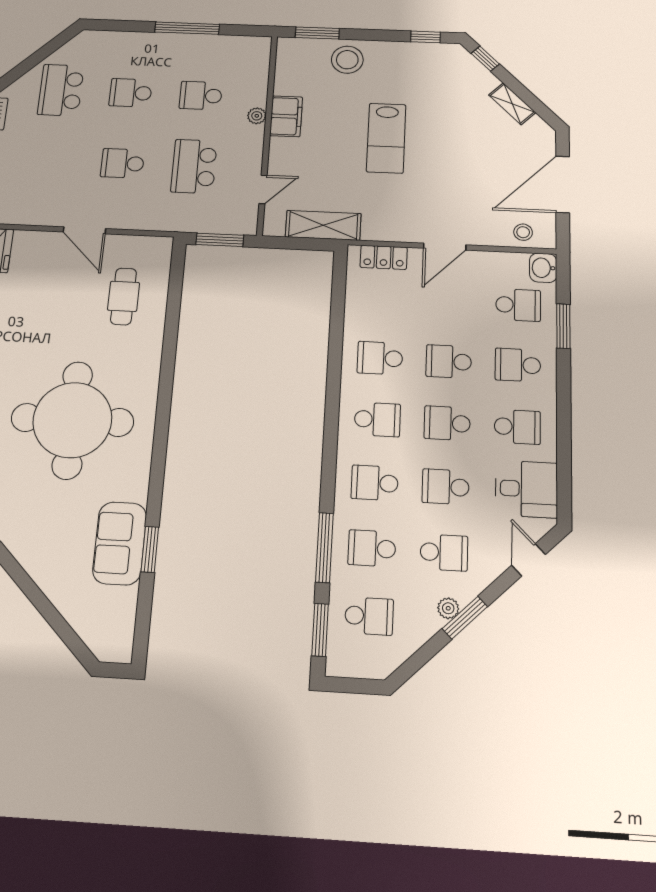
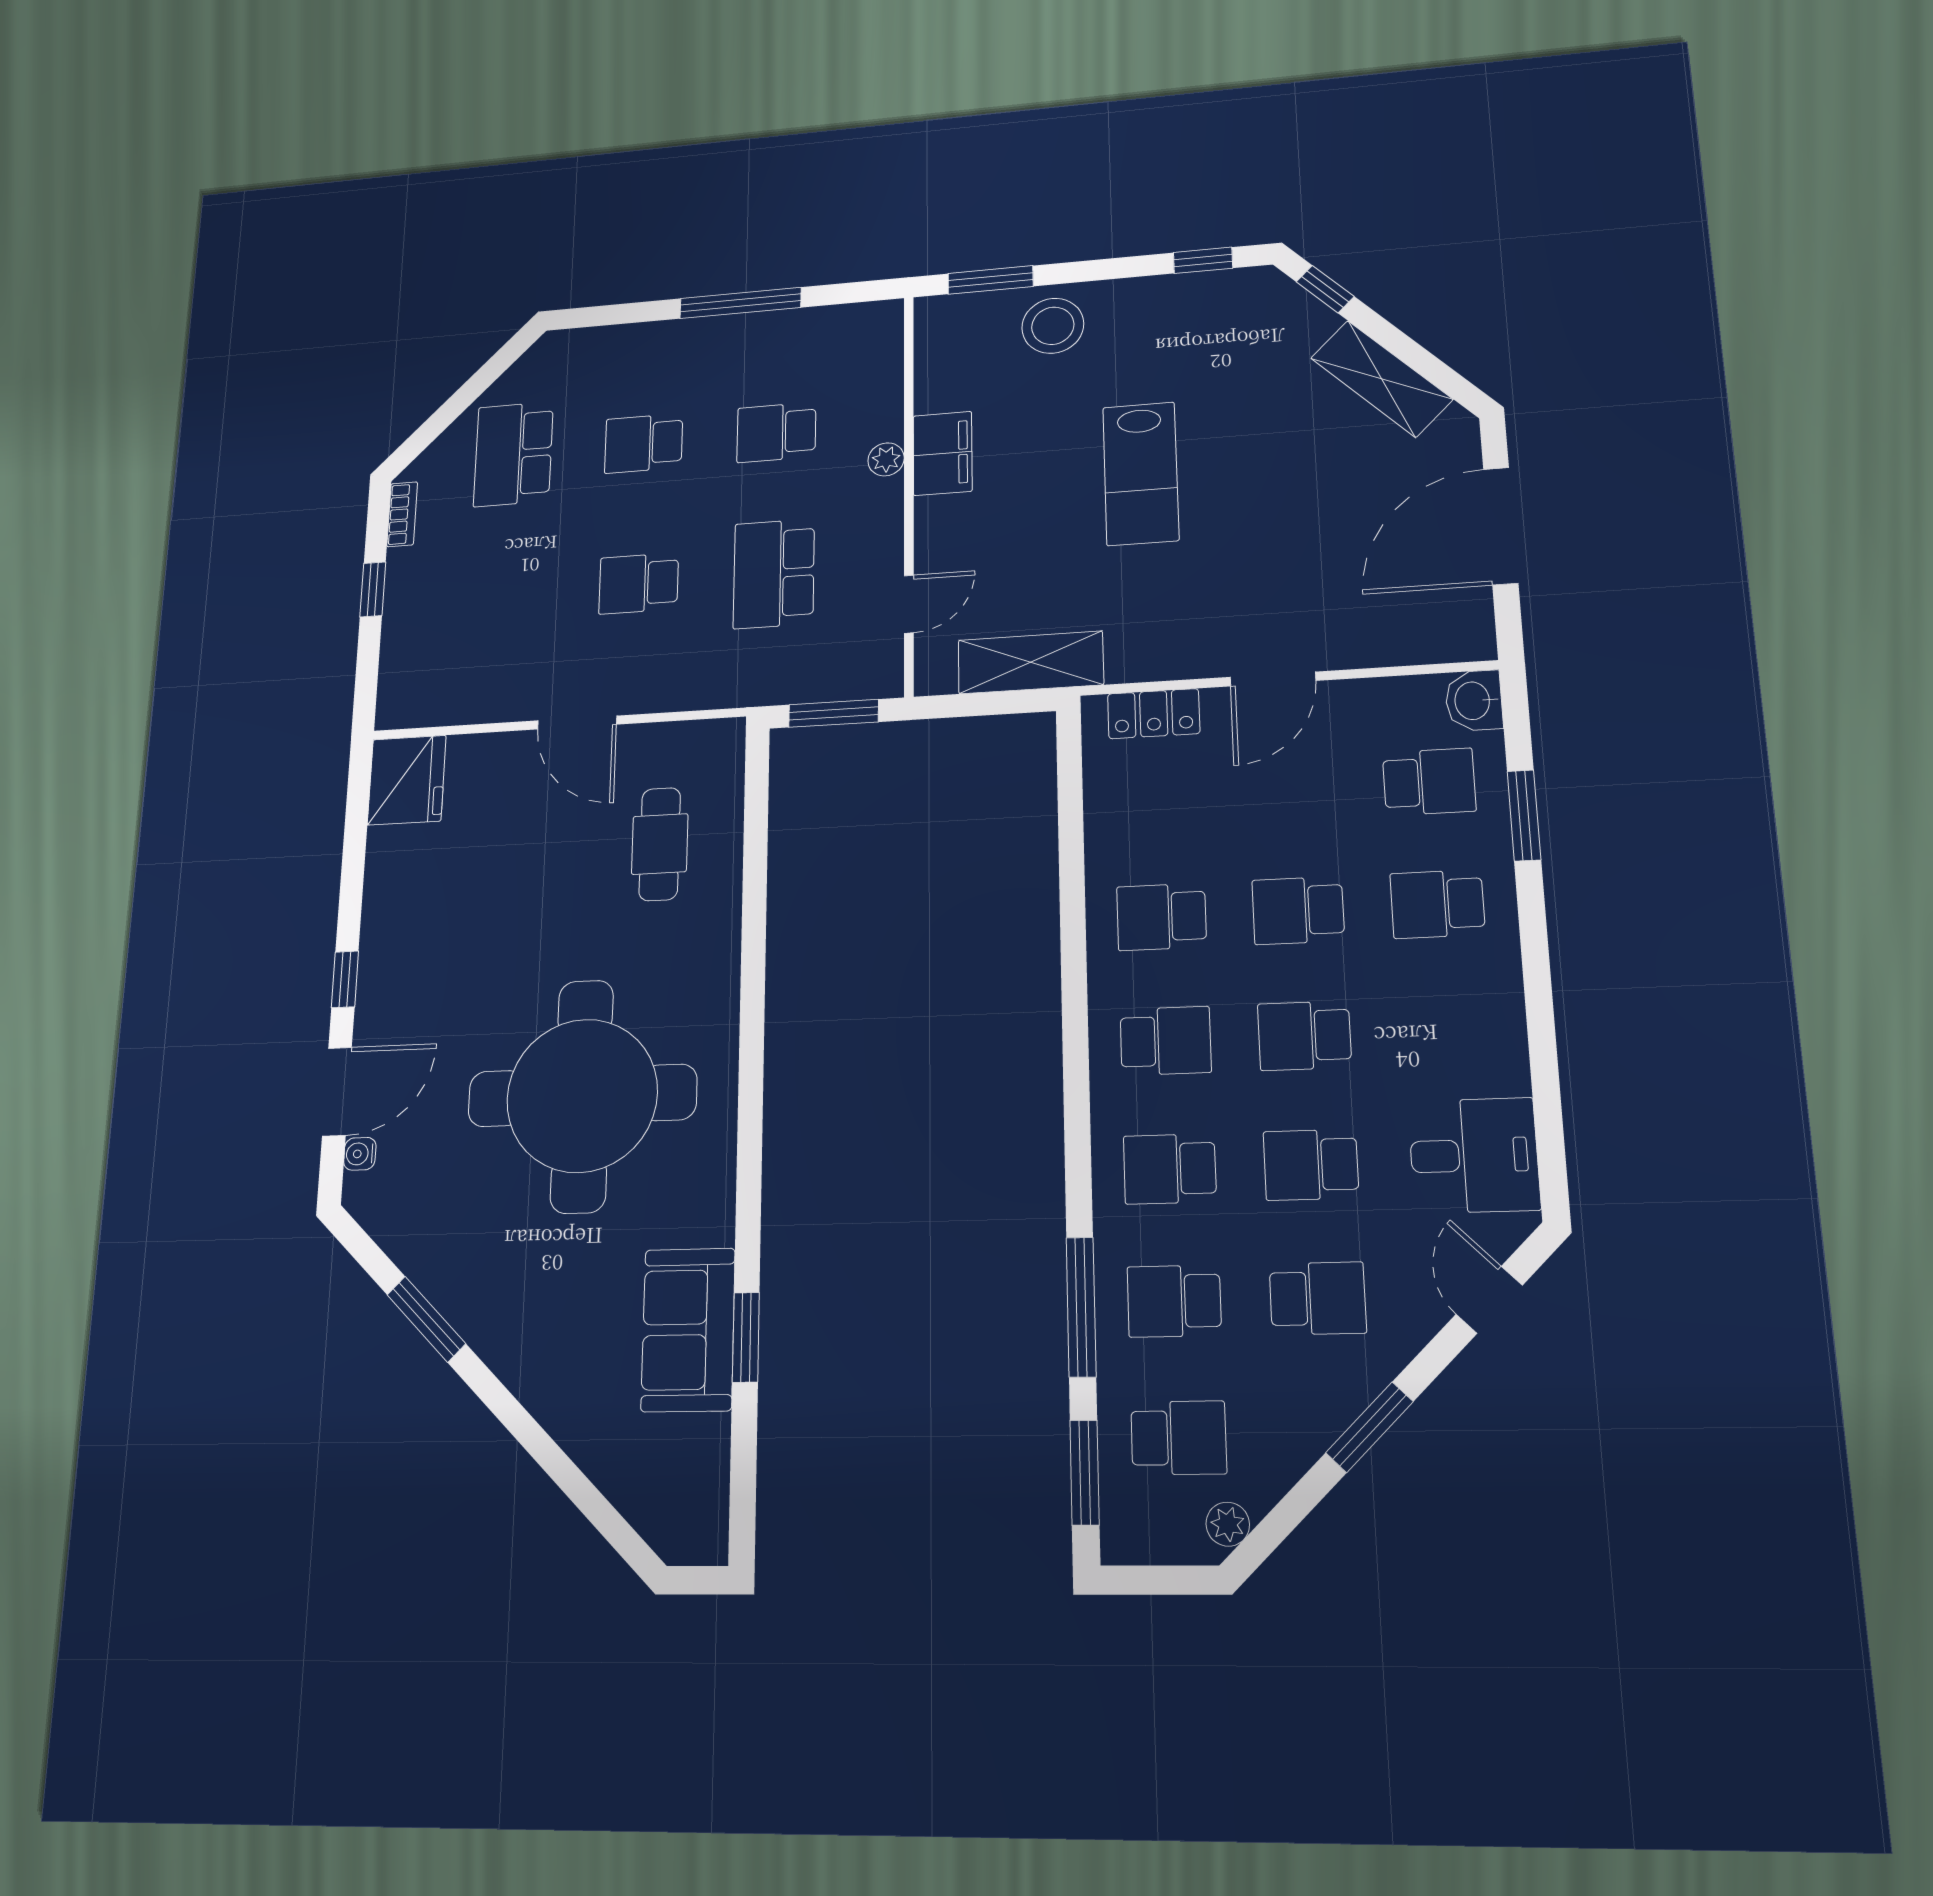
shelving: (512, 104) -> (1381, 379), width x1.50, depth x1.33
stool: (523, 232) -> (1428, 633), removed
school desk: (517, 427) -> (1446, 1030), removed
plant: (448, 608) -> (1228, 1524), moved

